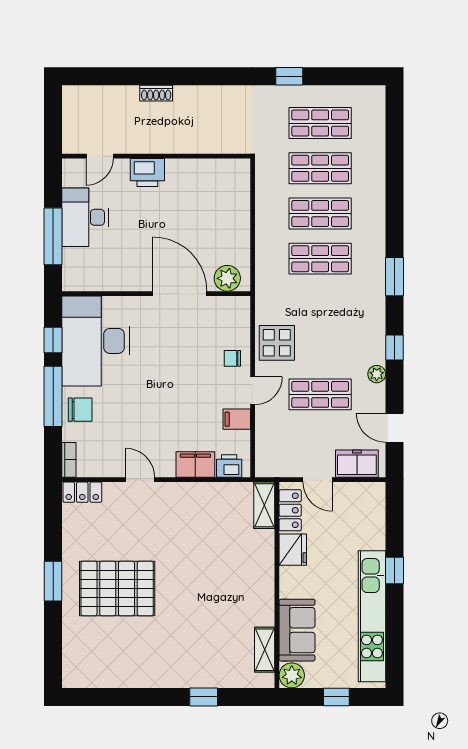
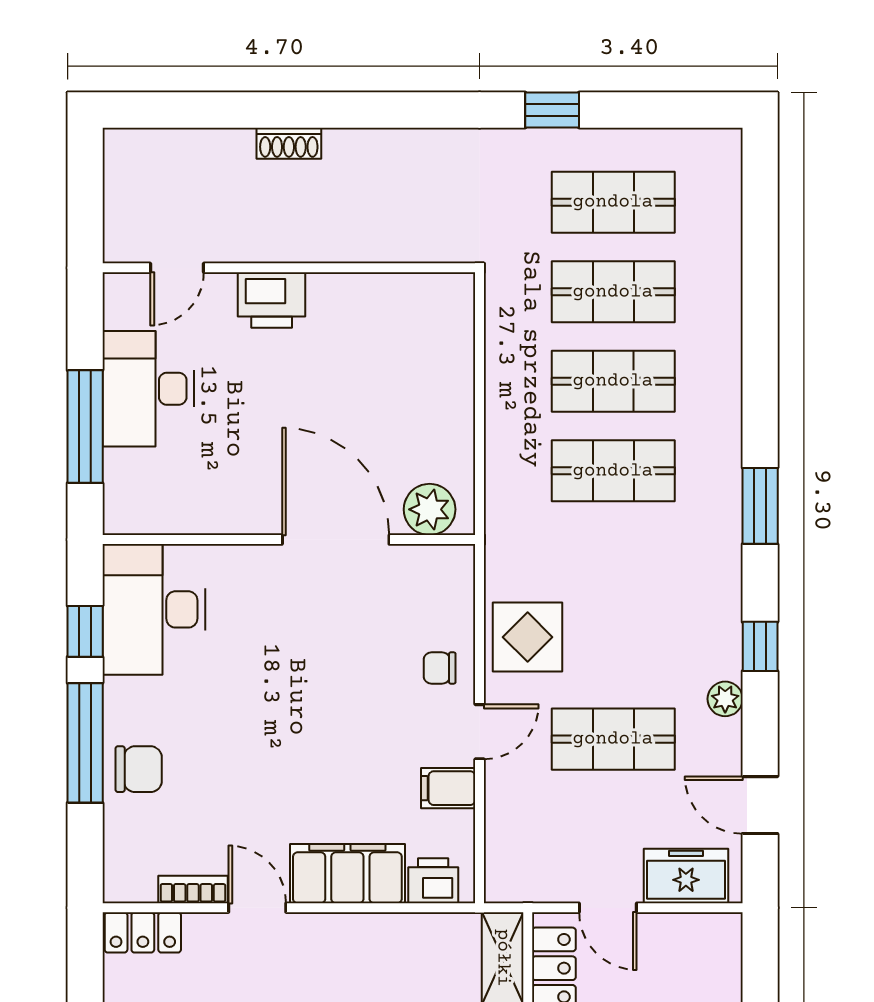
desk: (96, 341) -> (154, 609), width x0.73, depth x0.77
bookcase: (69, 460) -> (193, 889), moved, turned -90
filing cabinet: (195, 465) -> (347, 874), width x1.50, depth x1.17

